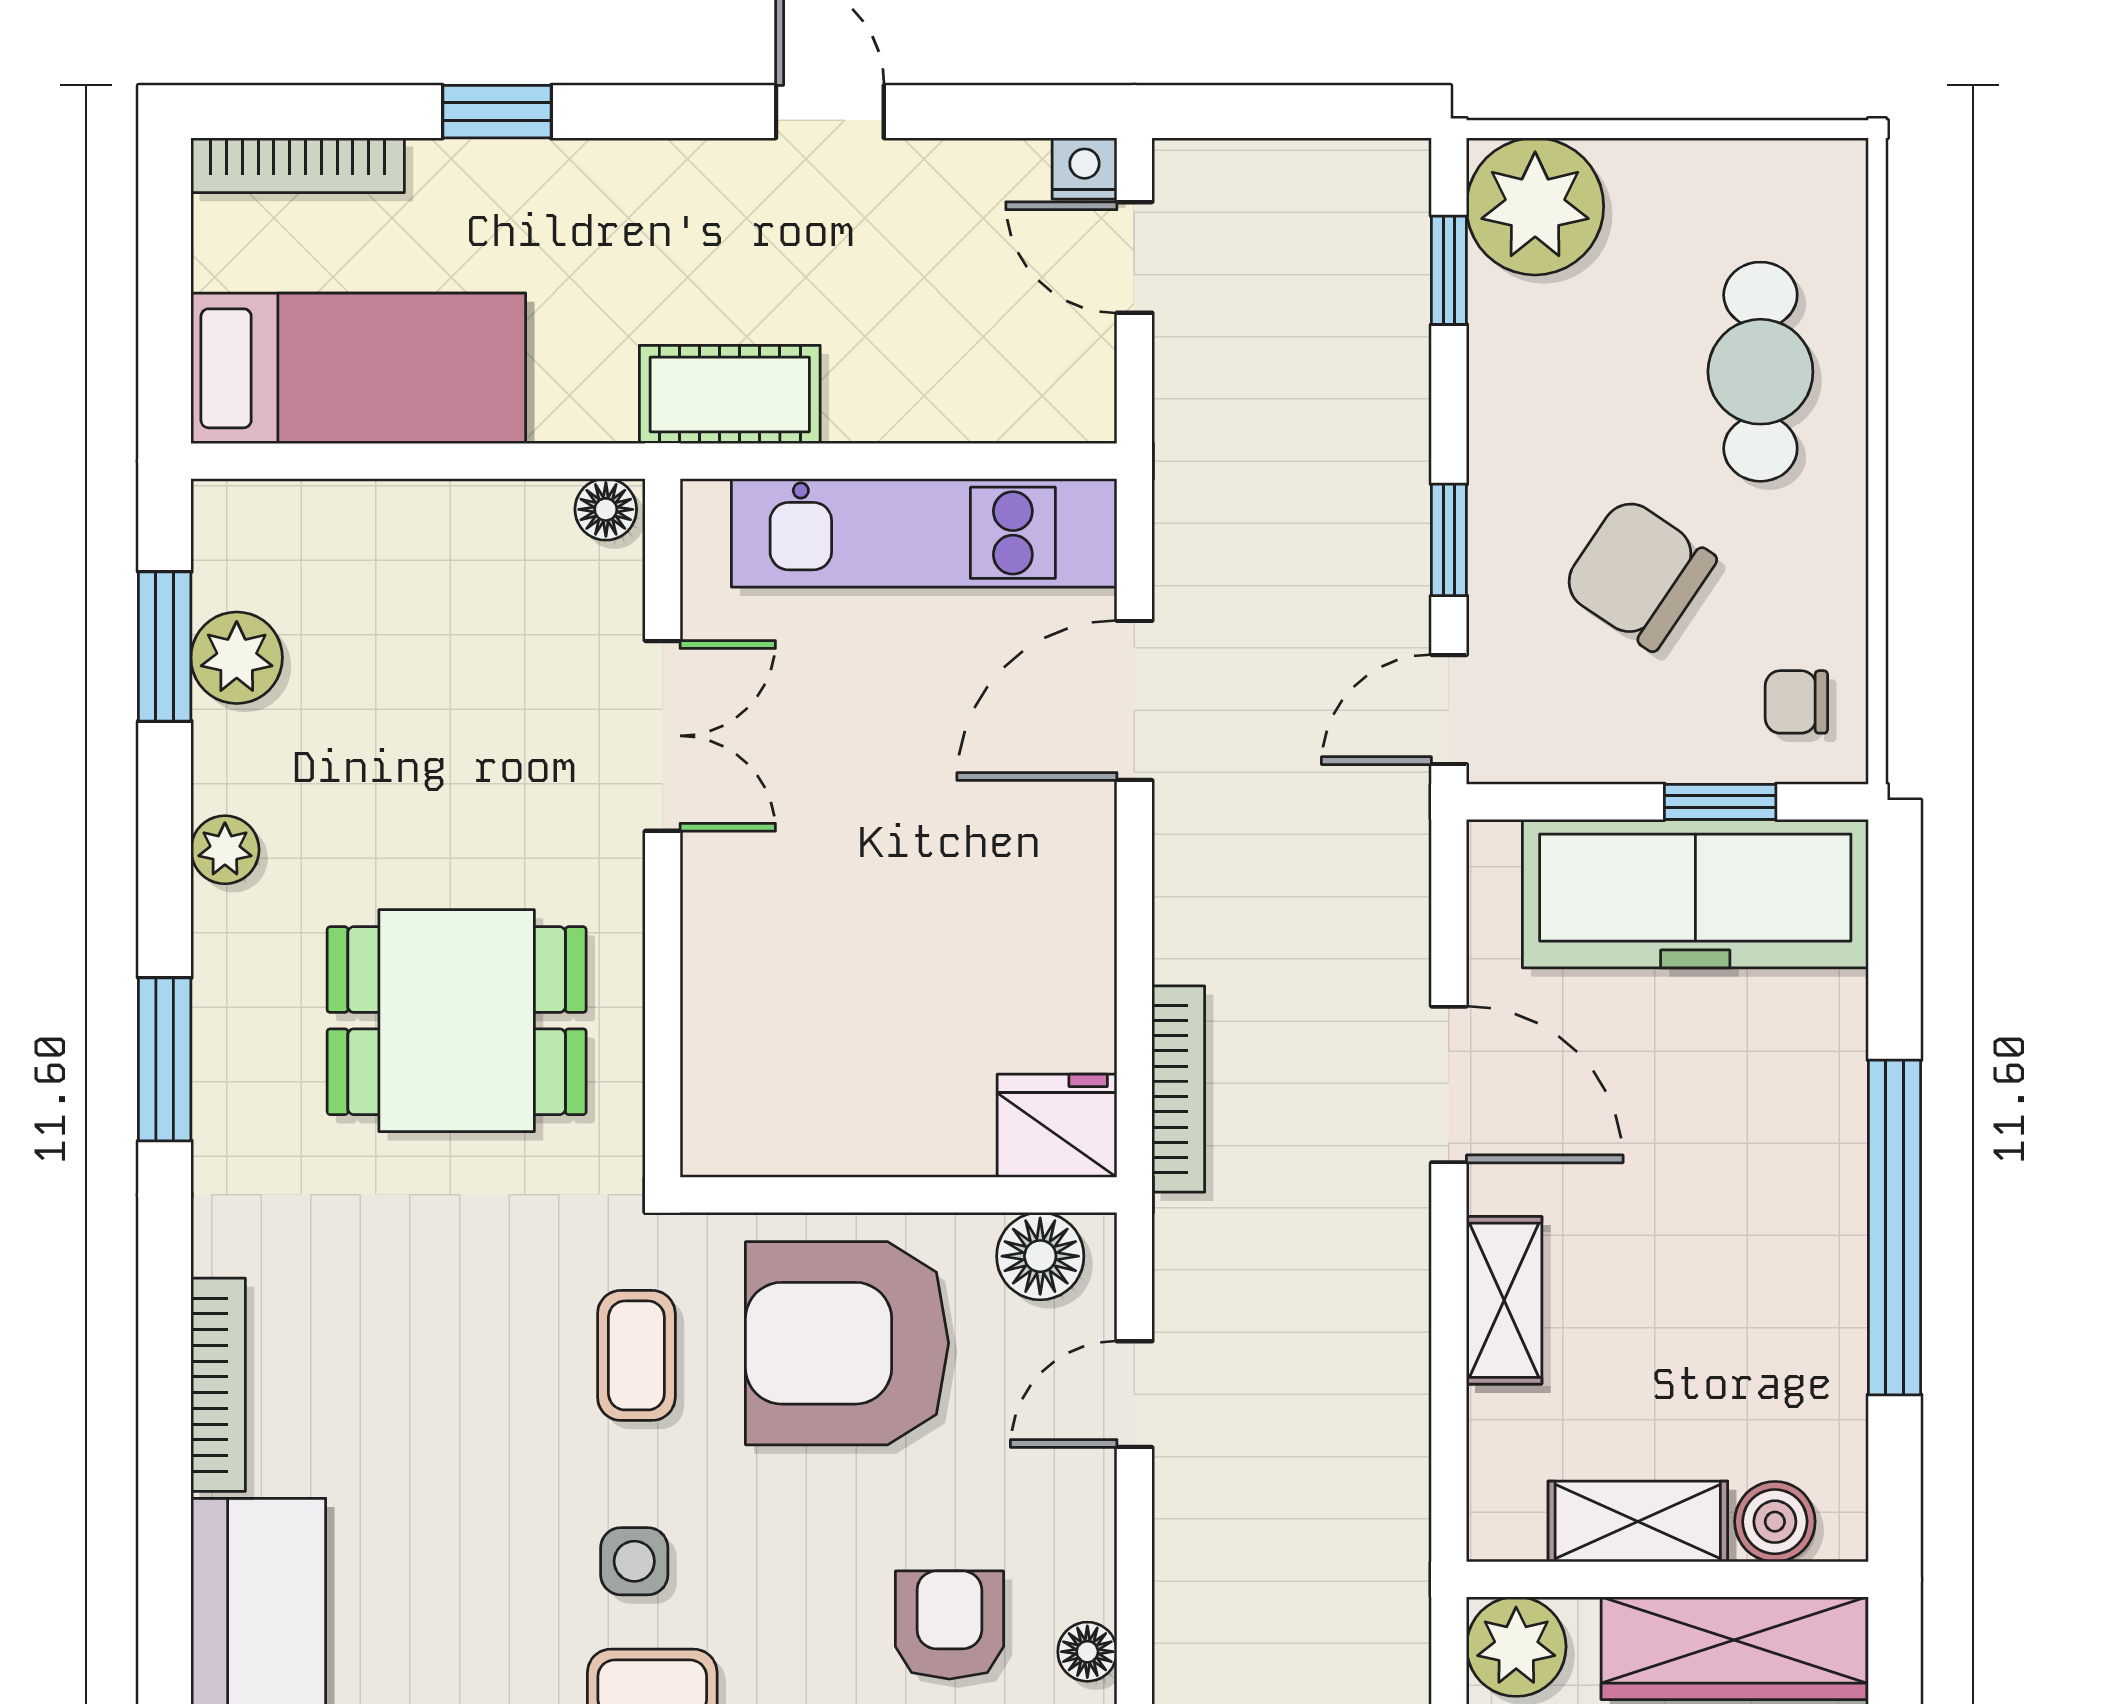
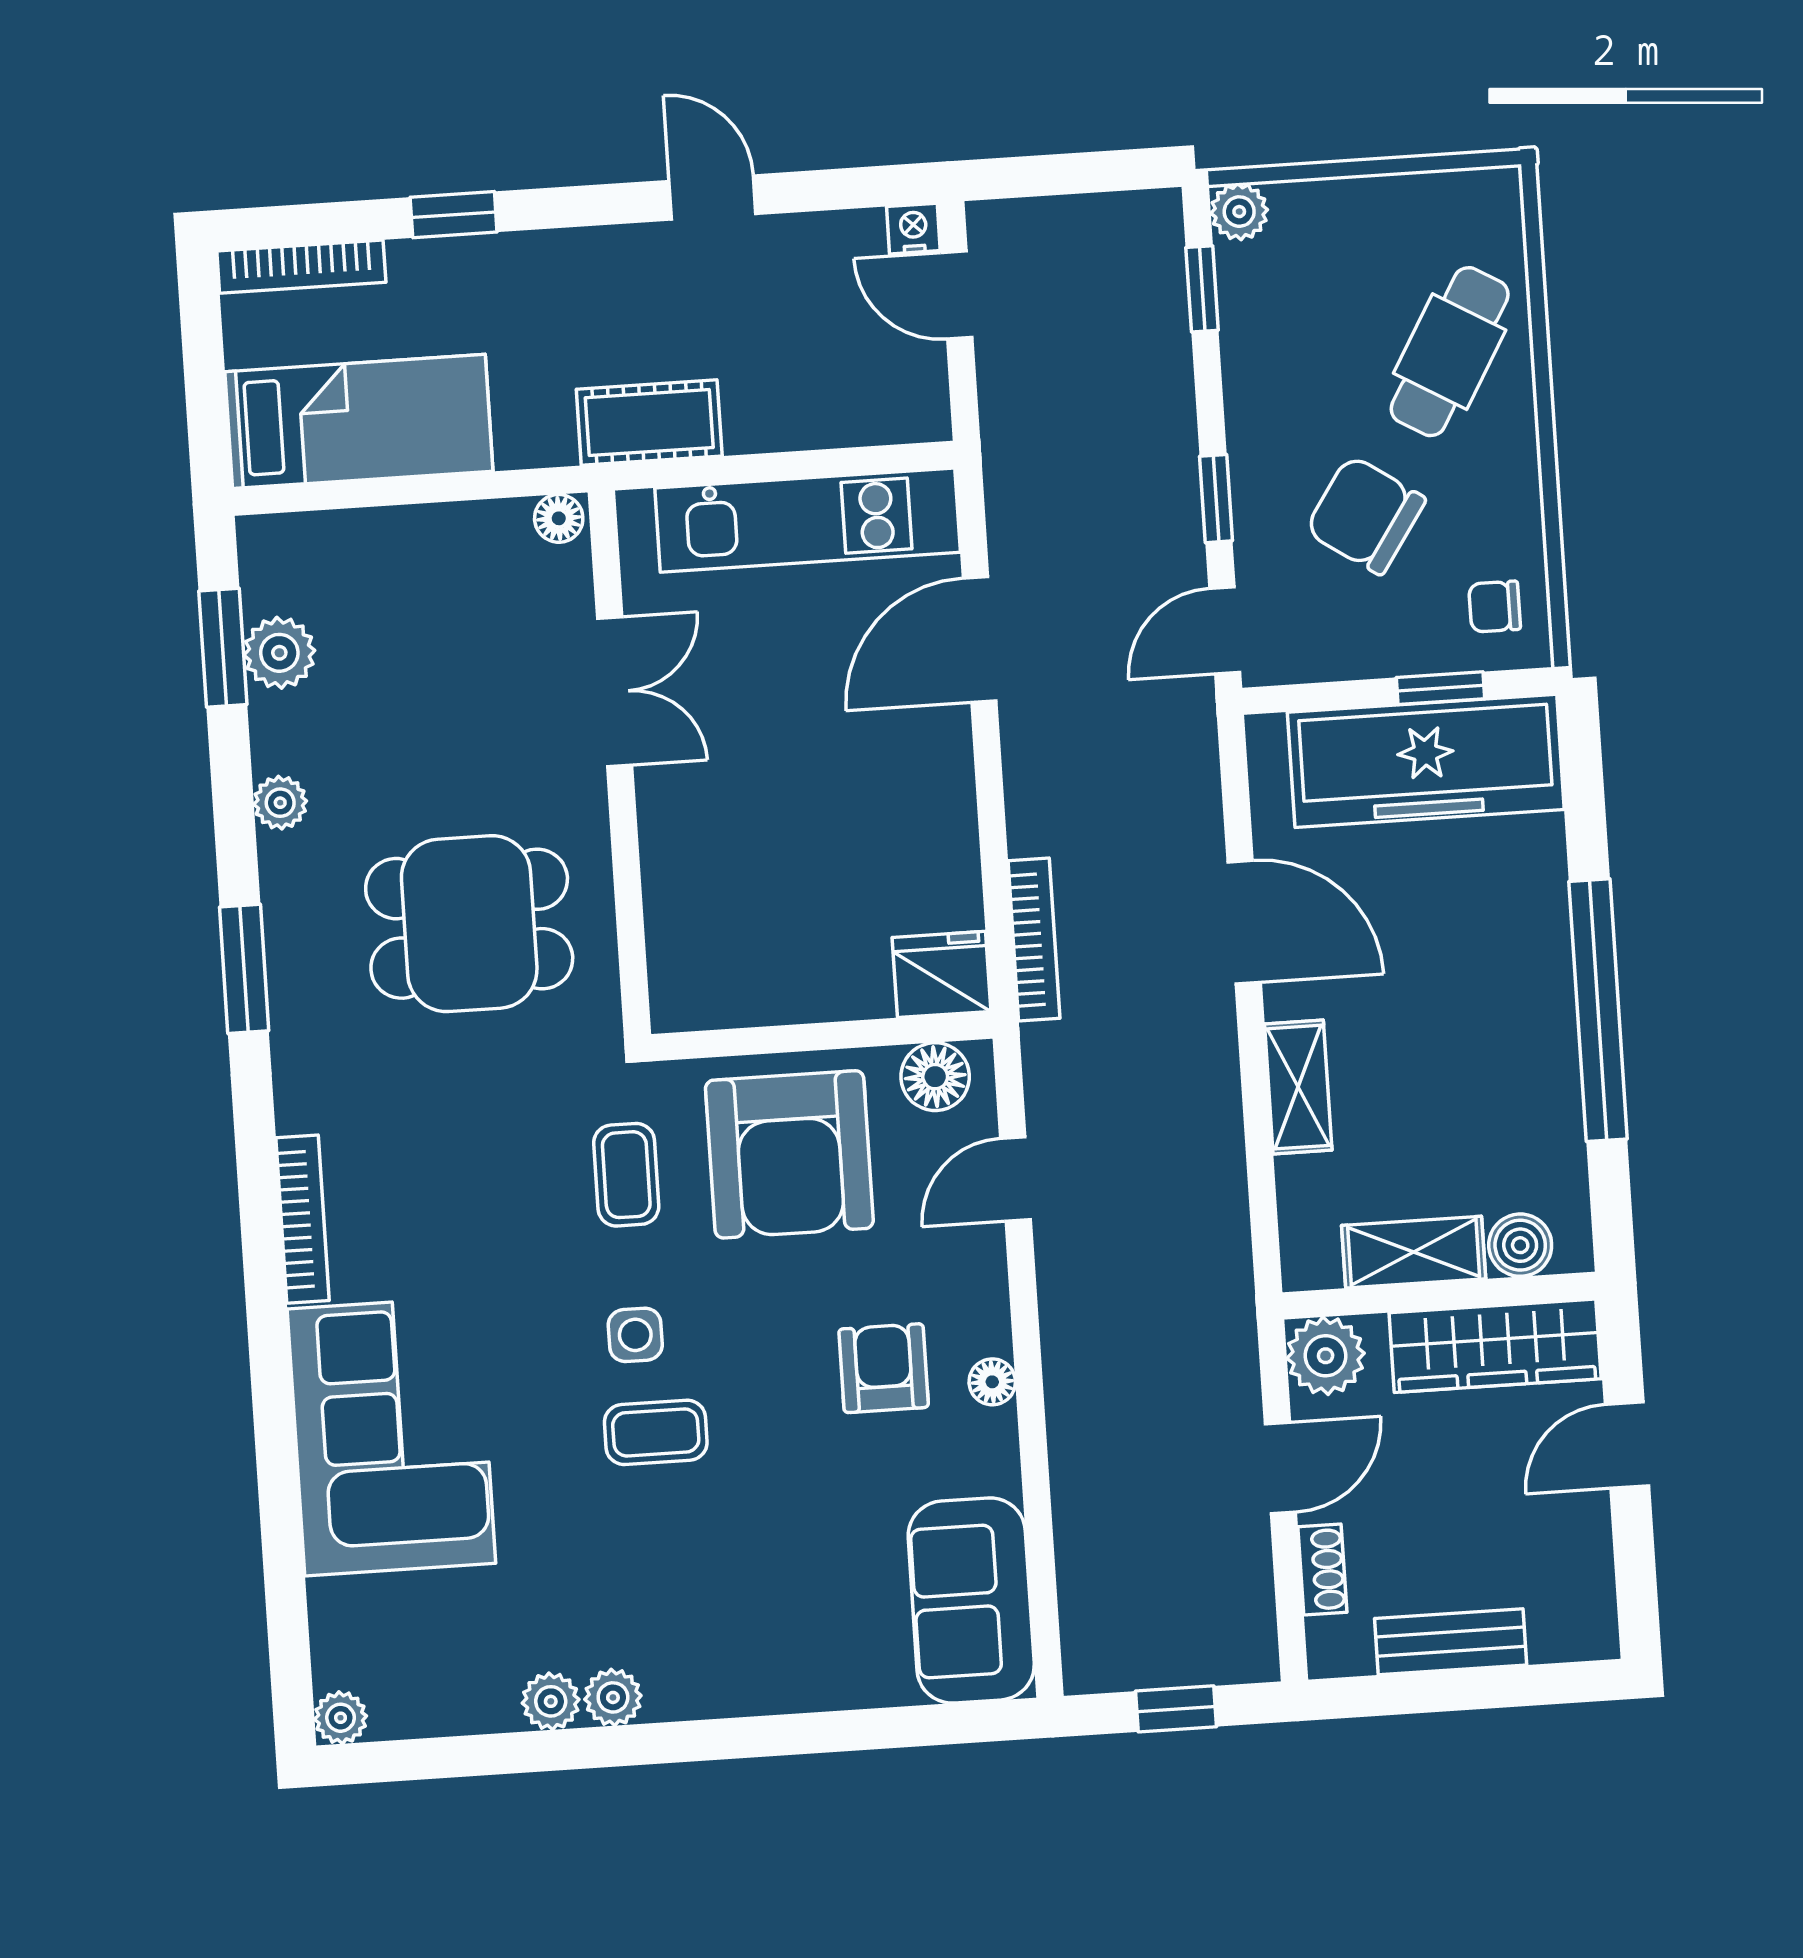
plant: (1535, 206) -> (1239, 212), width x0.53, depth x0.53
cafe table: (1760, 372) -> (1450, 352), turned 30
armchair: (847, 1343) -> (789, 1154), turned -90

